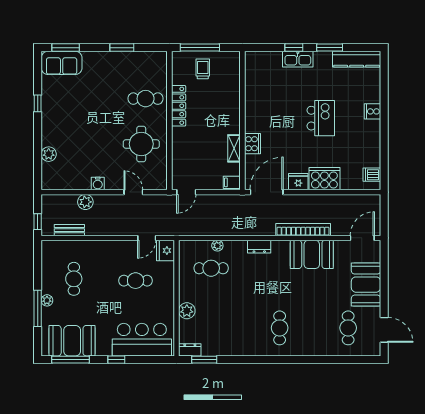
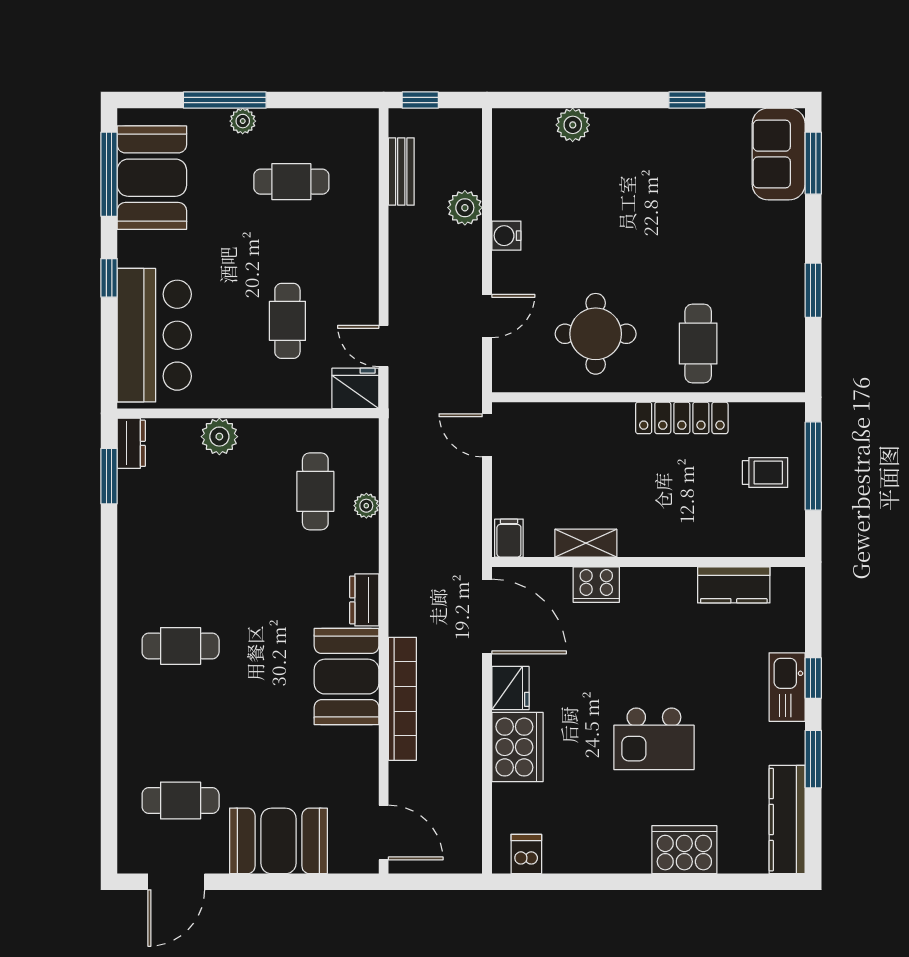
kitchen counter: (253, 83) -> (734, 585), added
cooker: (372, 111) -> (684, 850), width x1.87, depth x1.31
booth: (312, 254) -> (347, 677), moved

